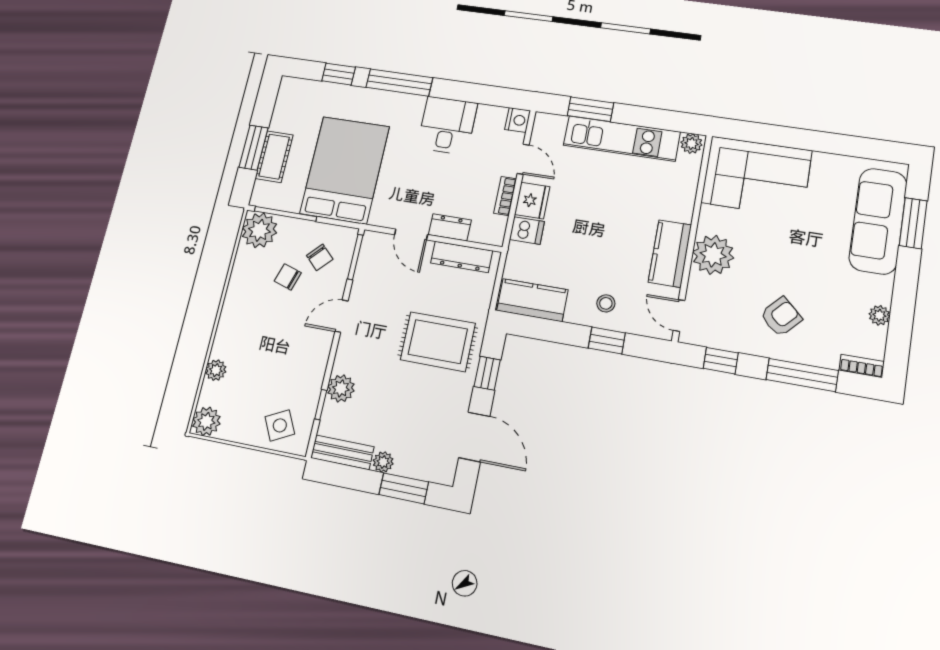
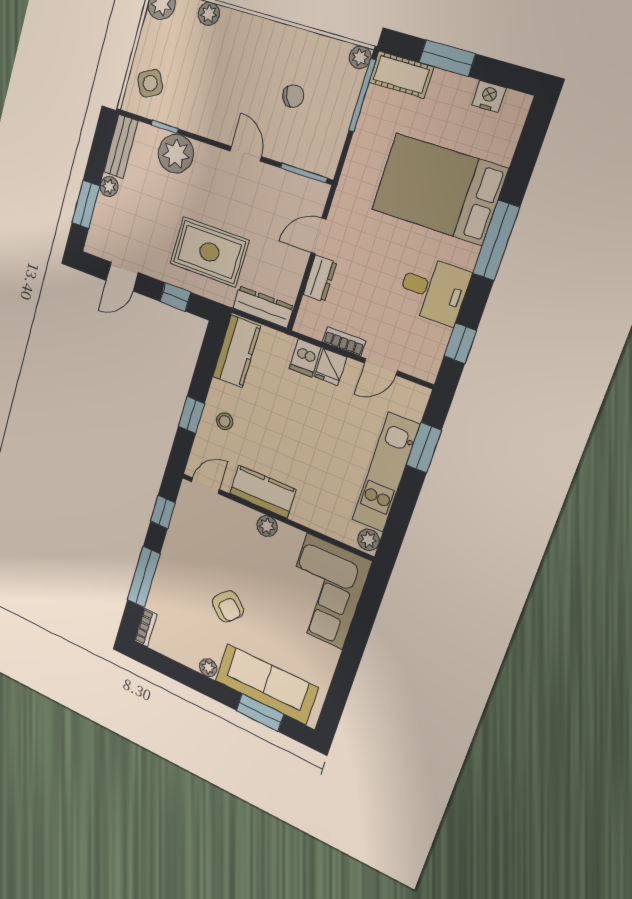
window: (339, 74) -> (460, 343), moved
nightstand: (518, 120) -> (489, 96), moved, turned 180
cot: (274, 157) -> (401, 75), moved
bed: (345, 170) -> (439, 189), moved, turned 180
fridge: (532, 201) -> (330, 367), width x0.72
plant: (259, 230) -> (360, 57), width x0.53, depth x0.53
plant: (713, 255) -> (267, 526), width x0.53, depth x0.53
chair: (320, 257) -> (309, 133), removed
dresser: (462, 257) -> (263, 307), moved, turned 90
chair: (288, 277) -> (293, 96), turned 46
plant: (879, 315) -> (208, 668), moved
armchair: (781, 317) -> (228, 606), moved
rug: (438, 342) -> (209, 252), turned 90
plant: (341, 388) -> (176, 154), width x1.36, depth x1.36
door: (474, 437) -> (122, 277), width x0.73

